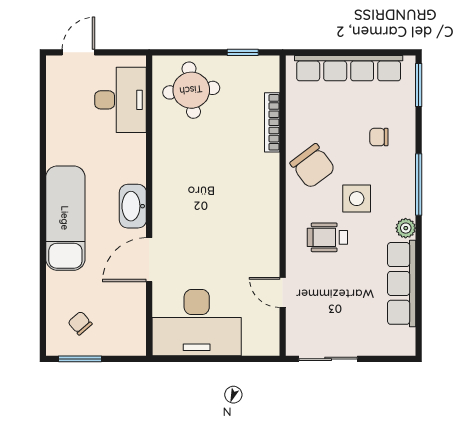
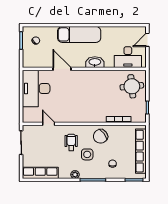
door: (78, 52) -> (147, 40), swing flipped
washbasin: (133, 206) -> (95, 62), moved
row of seats: (402, 283) -> (40, 173), moved
door: (283, 292) -> (49, 124), hinge flipped

